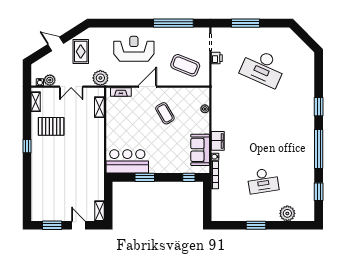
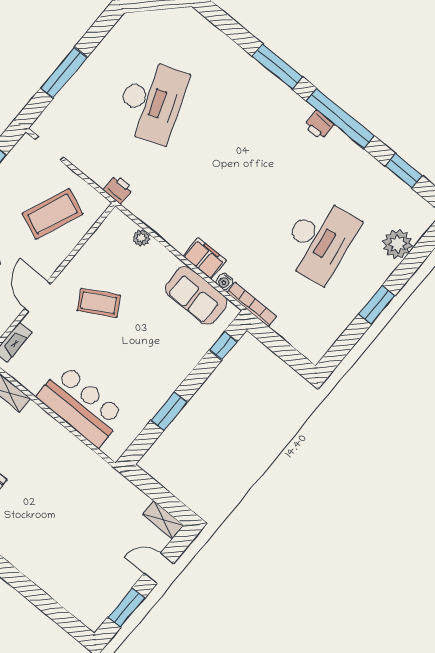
printer: (217, 58) -> (118, 189), moved
desk: (263, 68) -> (151, 101), turned -45
window: (319, 107) -> (278, 67), width x1.44
printer: (309, 143) -> (319, 125), added
bar counter: (127, 161) -> (81, 406), moved, turned 90
desk: (263, 181) -> (319, 240), width x1.36, depth x1.30

